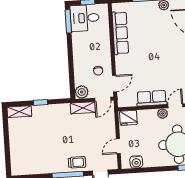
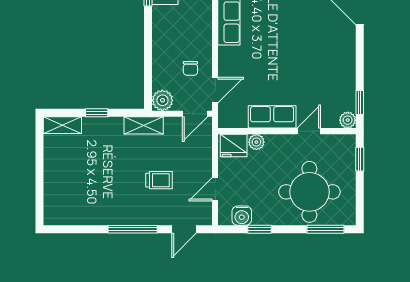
shelving: (83, 108) -> (144, 125), moved
plant: (162, 114) -> (256, 142), moved
trolley: (77, 162) -> (159, 180), moved
window: (148, 170) -> (260, 229), added

